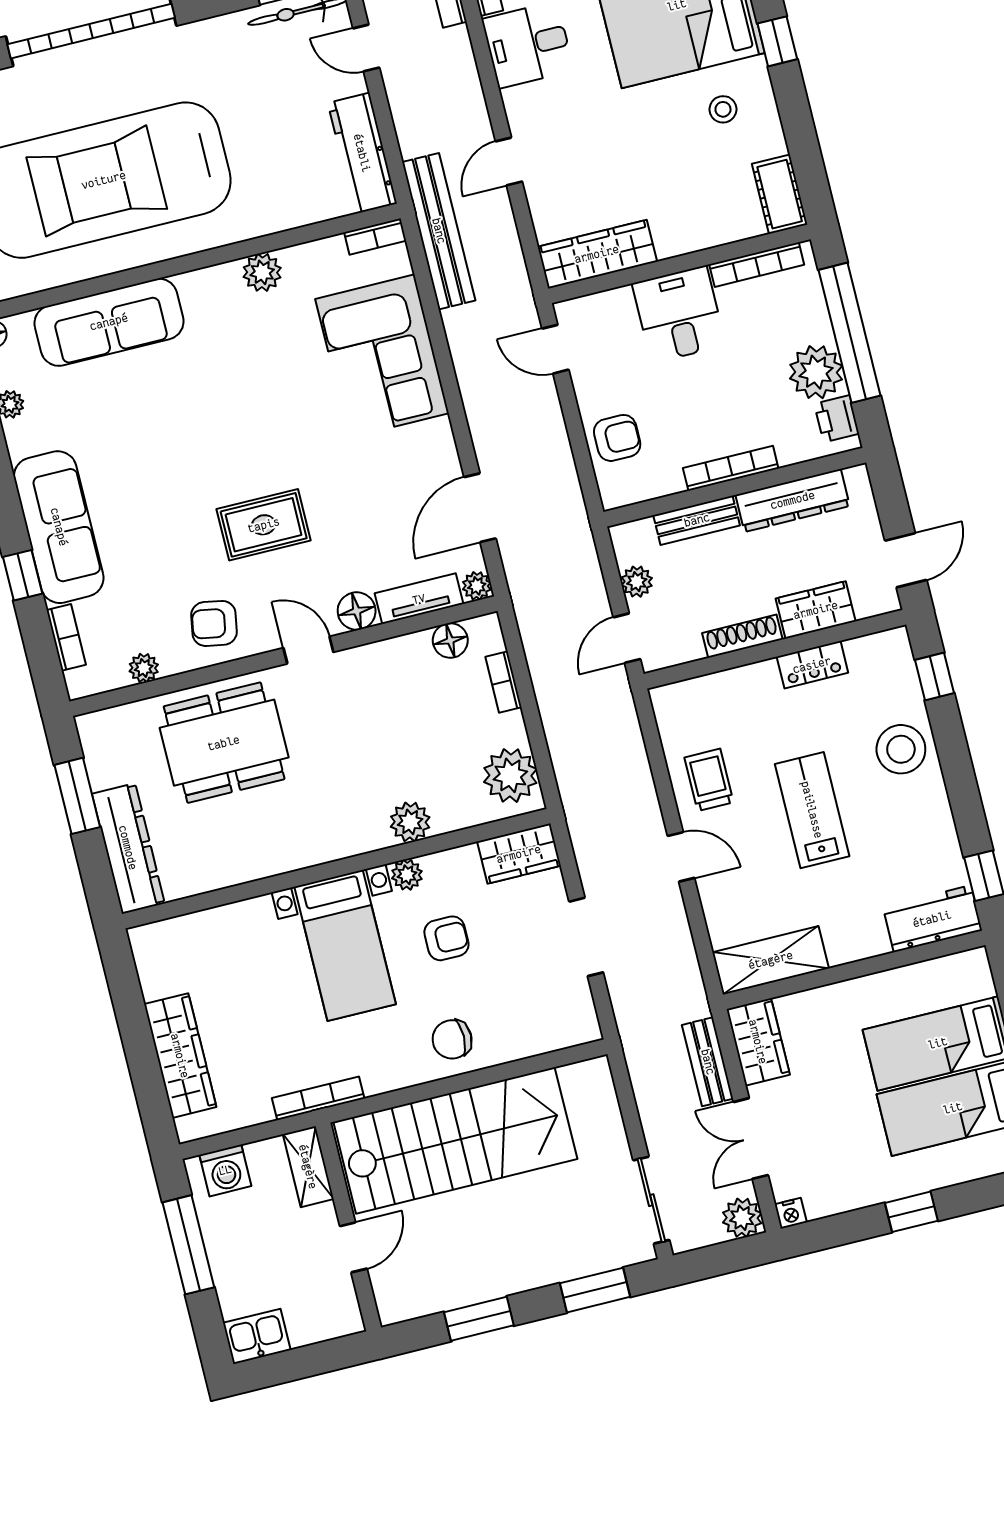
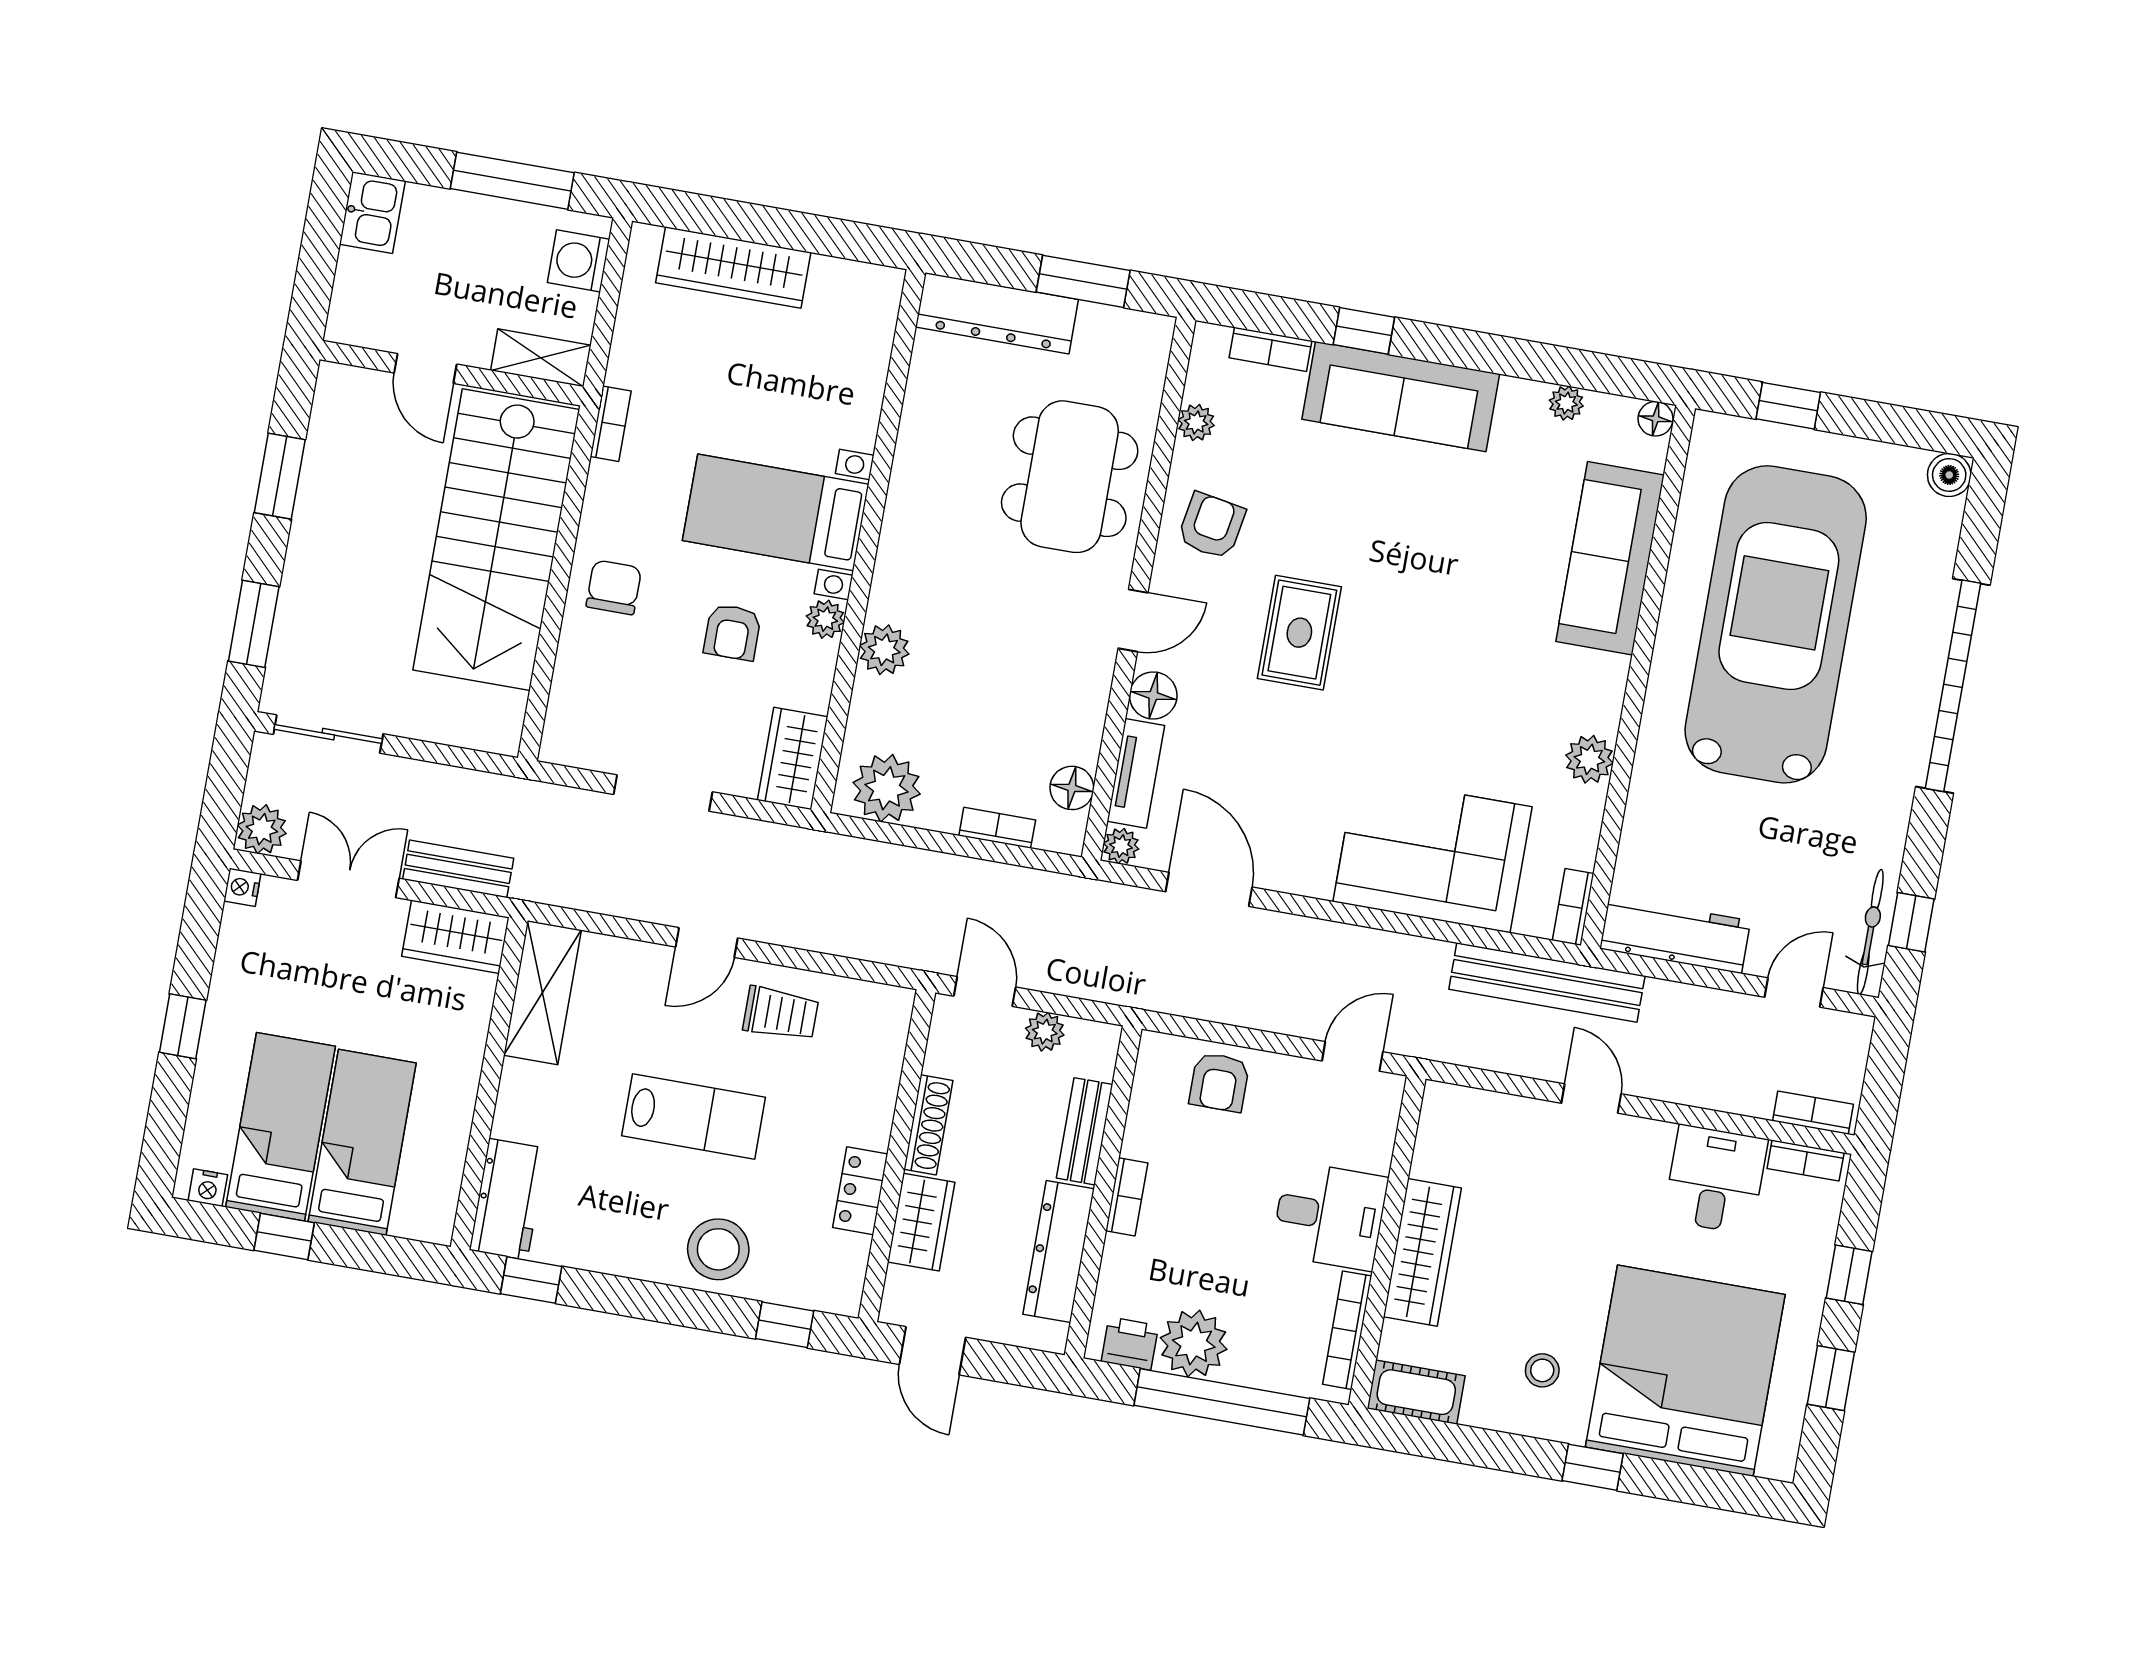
wardrobe: (597, 254) -> (1422, 1252), moved
bookcase: (731, 468) -> (1127, 1197), width x0.64
bookcase: (318, 1098) -> (611, 424), width x0.64

